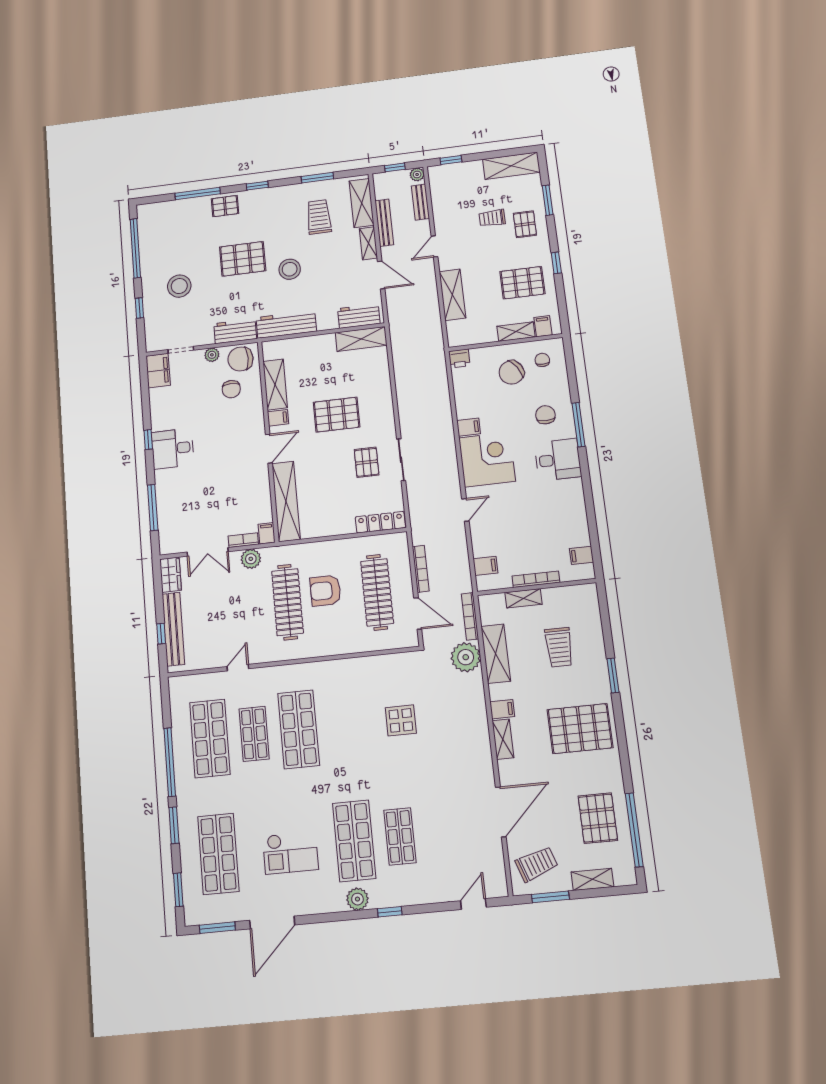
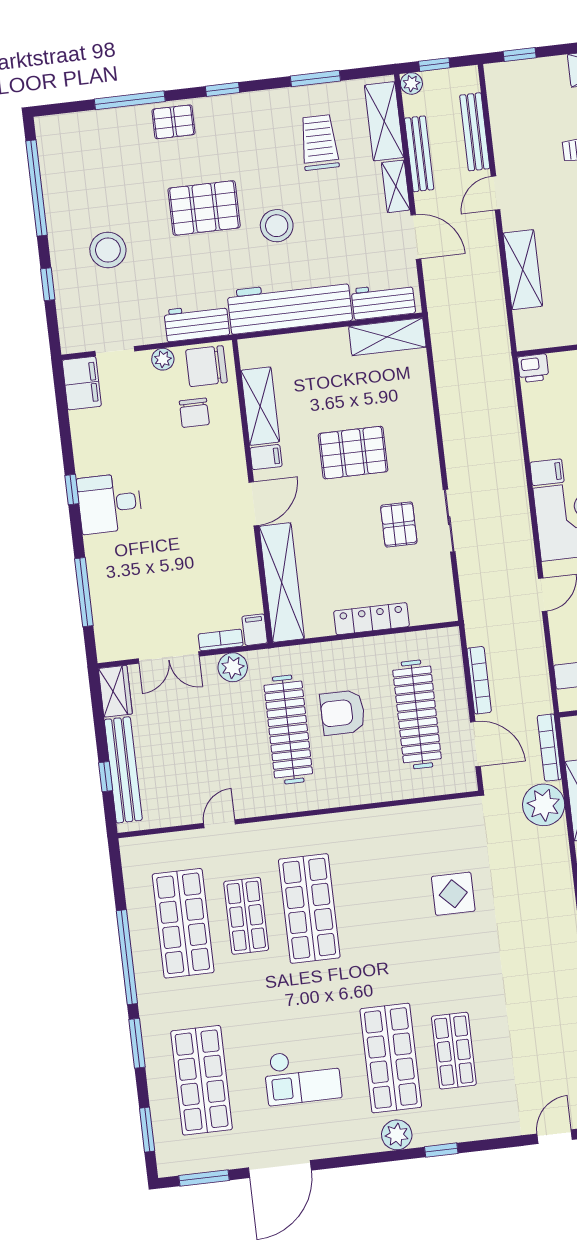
plant: (417, 174) -> (411, 83), moved
bench: (420, 202) -> (475, 132), width x1.36
workbench: (286, 324) -> (290, 306), width x1.36, depth x1.32
locker: (380, 522) -> (372, 619), moved

